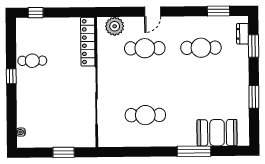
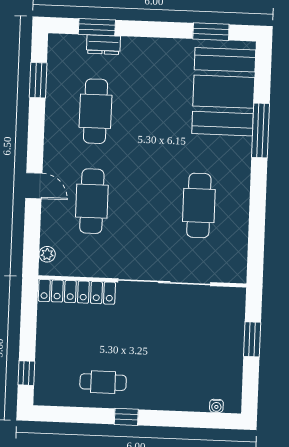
plant: (115, 26) -> (47, 254), width x0.53, depth x0.53
dresser: (242, 34) -> (103, 45), moved
cafe table: (32, 61) -> (103, 382), turned 90
window: (254, 97) -> (211, 32), moved
booth: (217, 133) -> (224, 92), width x1.36, depth x1.42

